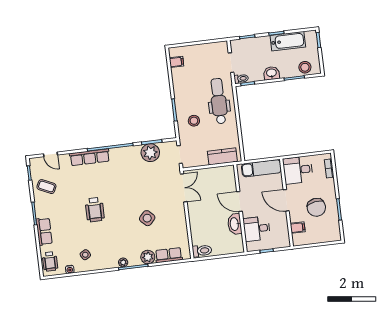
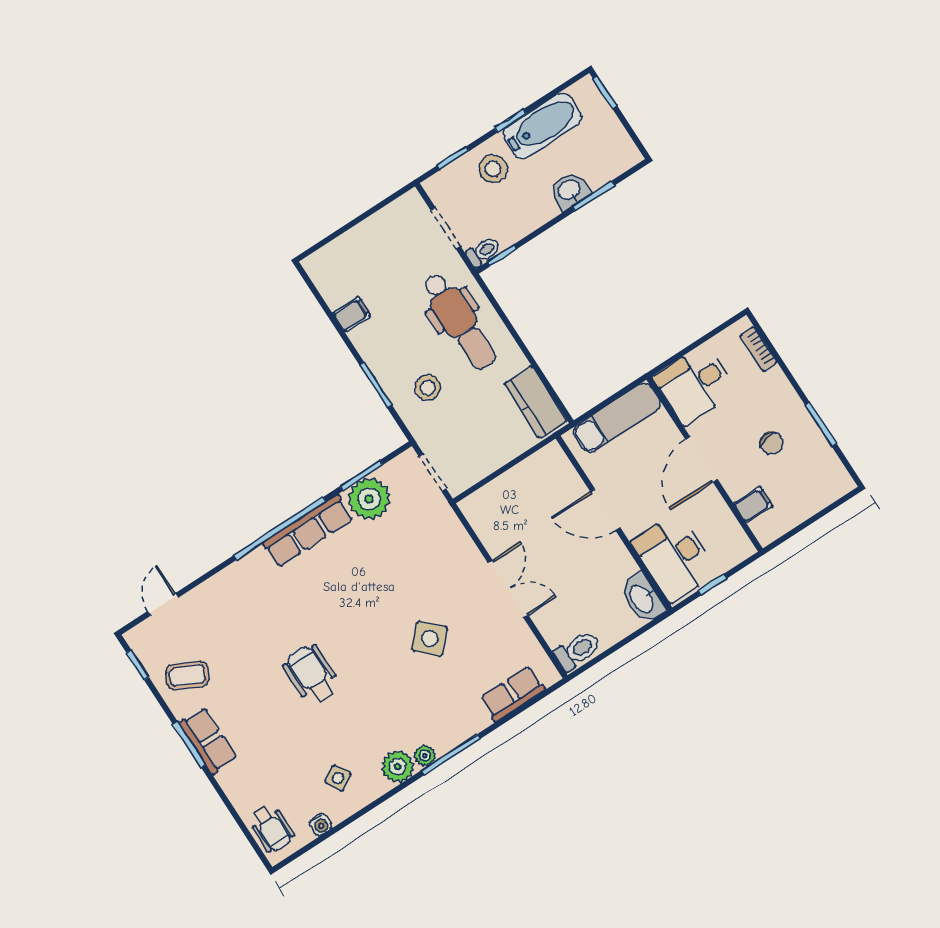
filing cabinet: (176, 62) -> (352, 314), moved
stool: (305, 67) -> (493, 169), moved
washbasin: (272, 73) -> (570, 190), moved
dental chair: (219, 101) -> (459, 321), turned 180
door: (50, 154) -> (163, 604), swing flipped
kitchen counter: (222, 156) -> (536, 402), moved, turned -90
row of seats: (90, 157) -> (308, 531), moved
double door: (184, 188) -> (508, 589), moved
door: (286, 200) -> (701, 459), hinge flipped
chair: (316, 207) -> (772, 443), width x0.54, depth x0.54
wheelchair: (95, 210) -> (312, 674), turned 180
washbasin: (235, 224) -> (642, 598), moved
desk: (257, 229) -> (674, 557), width x1.37
row of seats: (44, 232) -> (208, 741), moved
plant: (148, 257) -> (398, 767), moved

